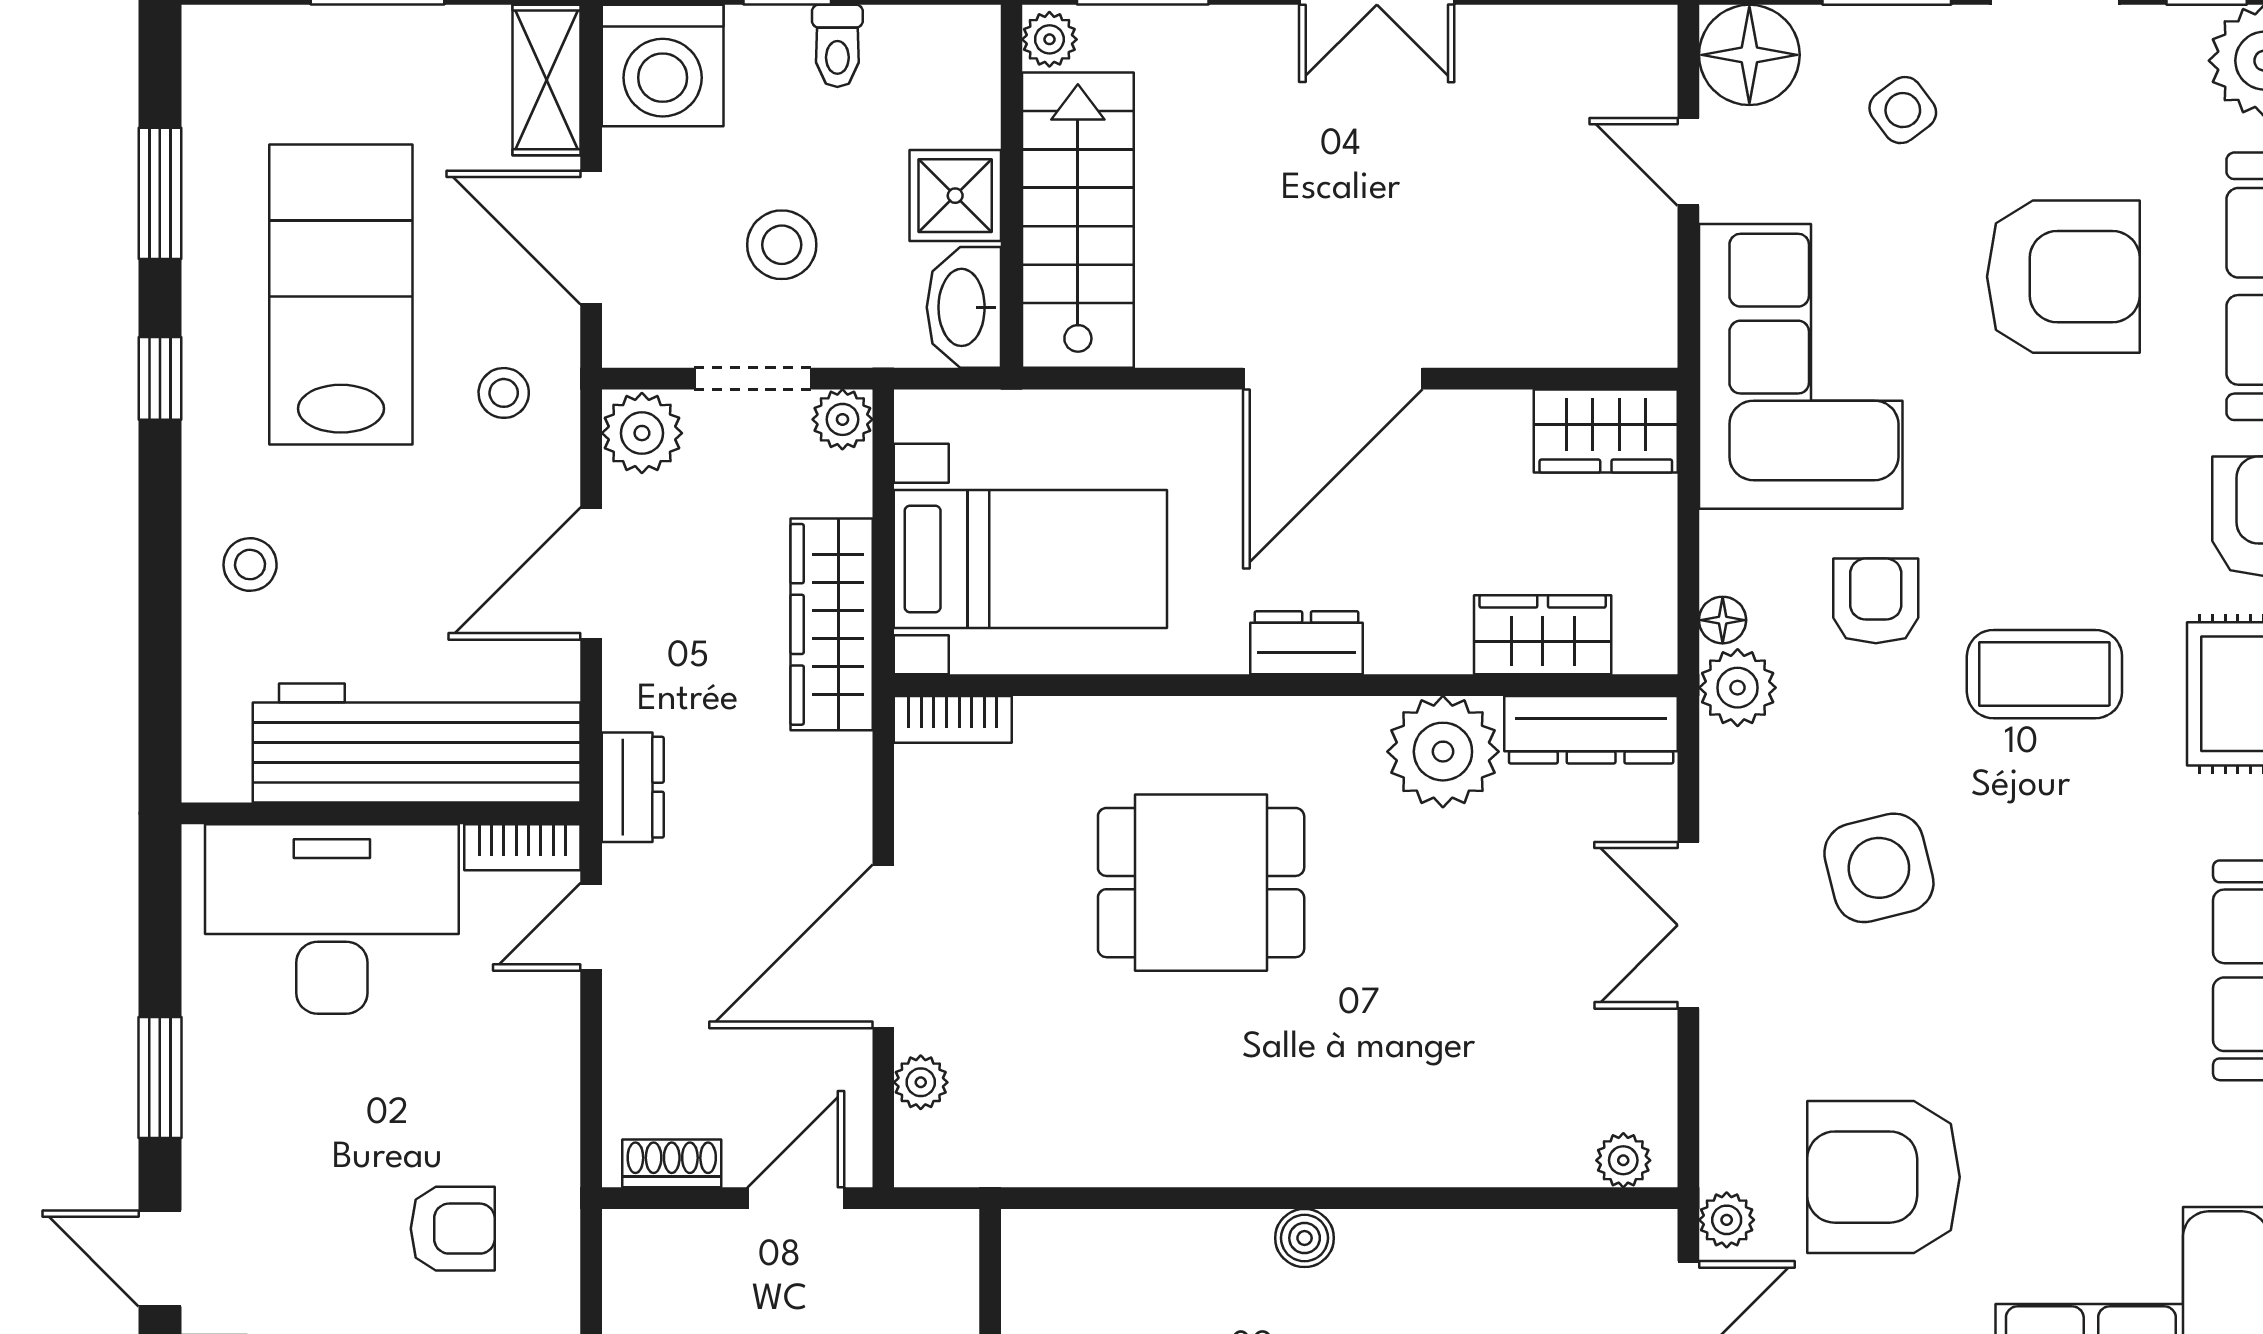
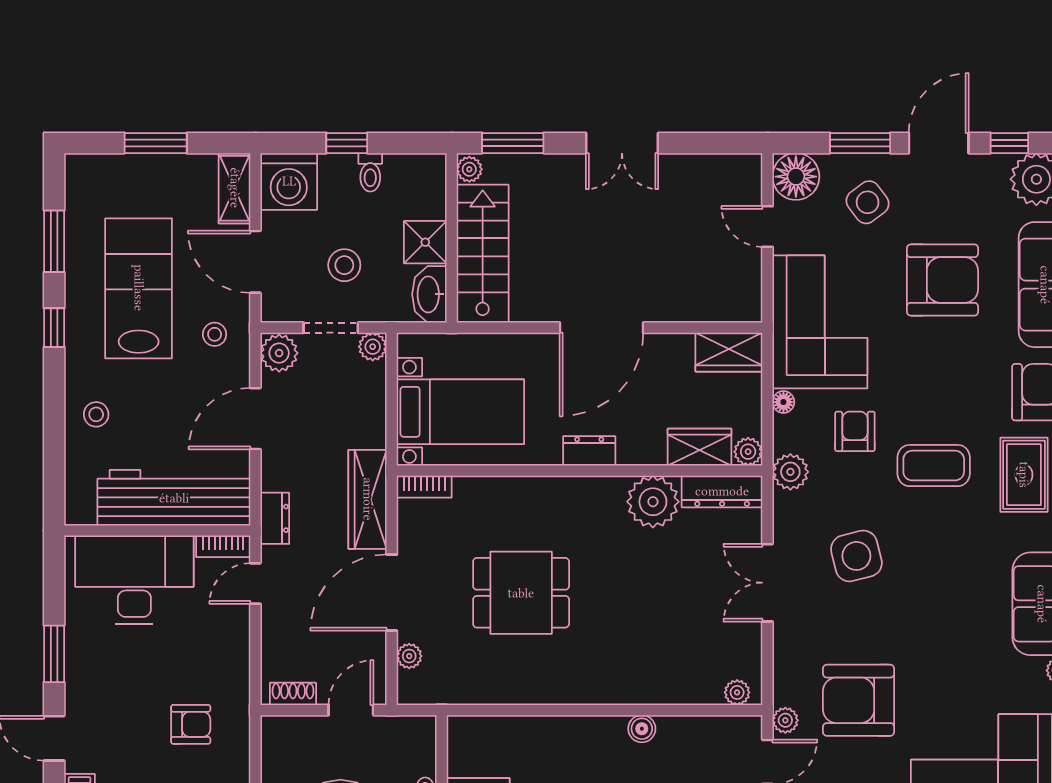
side table: (1903, 110) -> (868, 202), width x1.37, depth x1.37
floor lamp: (1723, 620) -> (783, 402), moved
wardrobe: (832, 624) -> (368, 499), moved
plant: (1647, 644) -> (748, 452), added
dining table: (1201, 883) -> (521, 593), moved
boiler: (1305, 1238) -> (642, 729), moved

